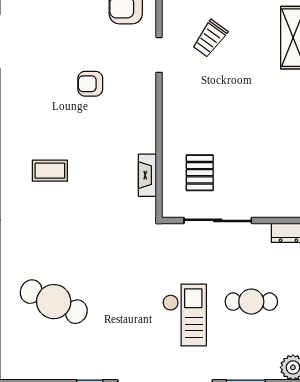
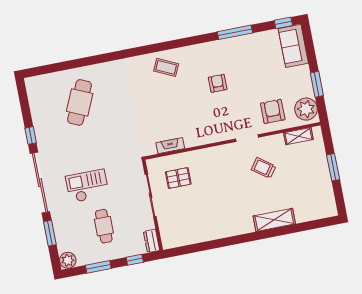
armchair: (90, 84) -> (218, 83), moved
coffee table: (50, 171) -> (166, 67), moved, turned -65
checkout: (185, 315) -> (87, 186), turned 180

